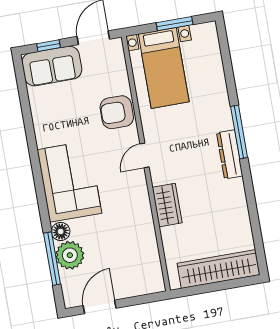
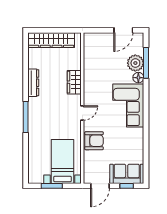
dresser: (230, 154) -> (33, 83), moved

